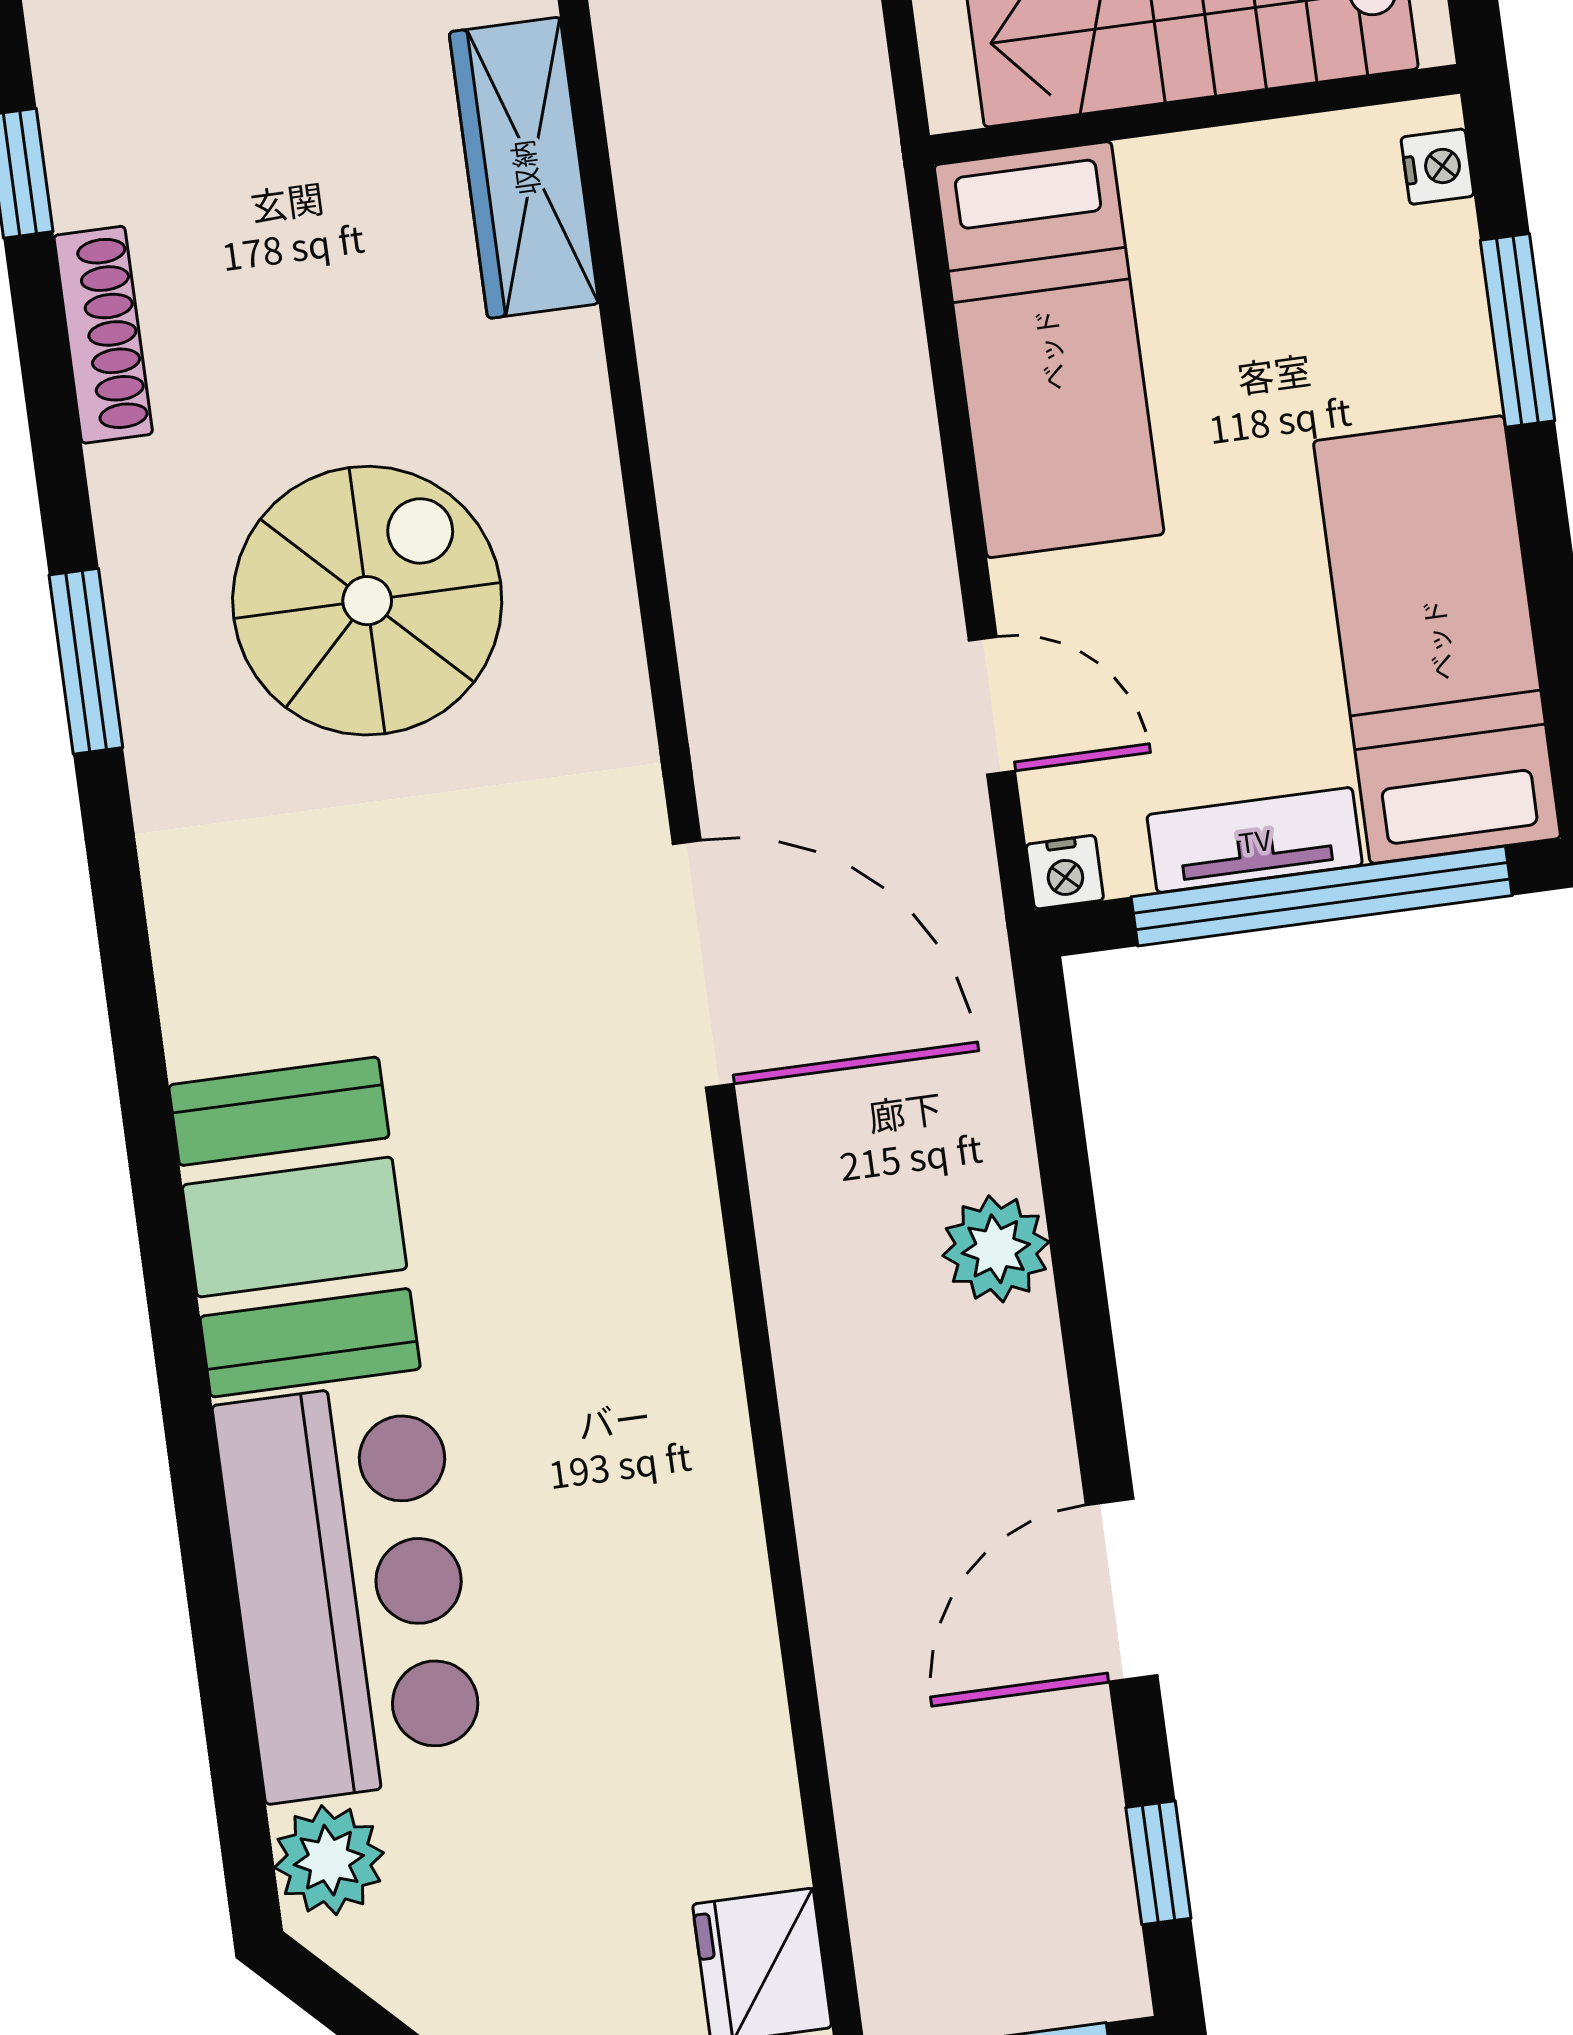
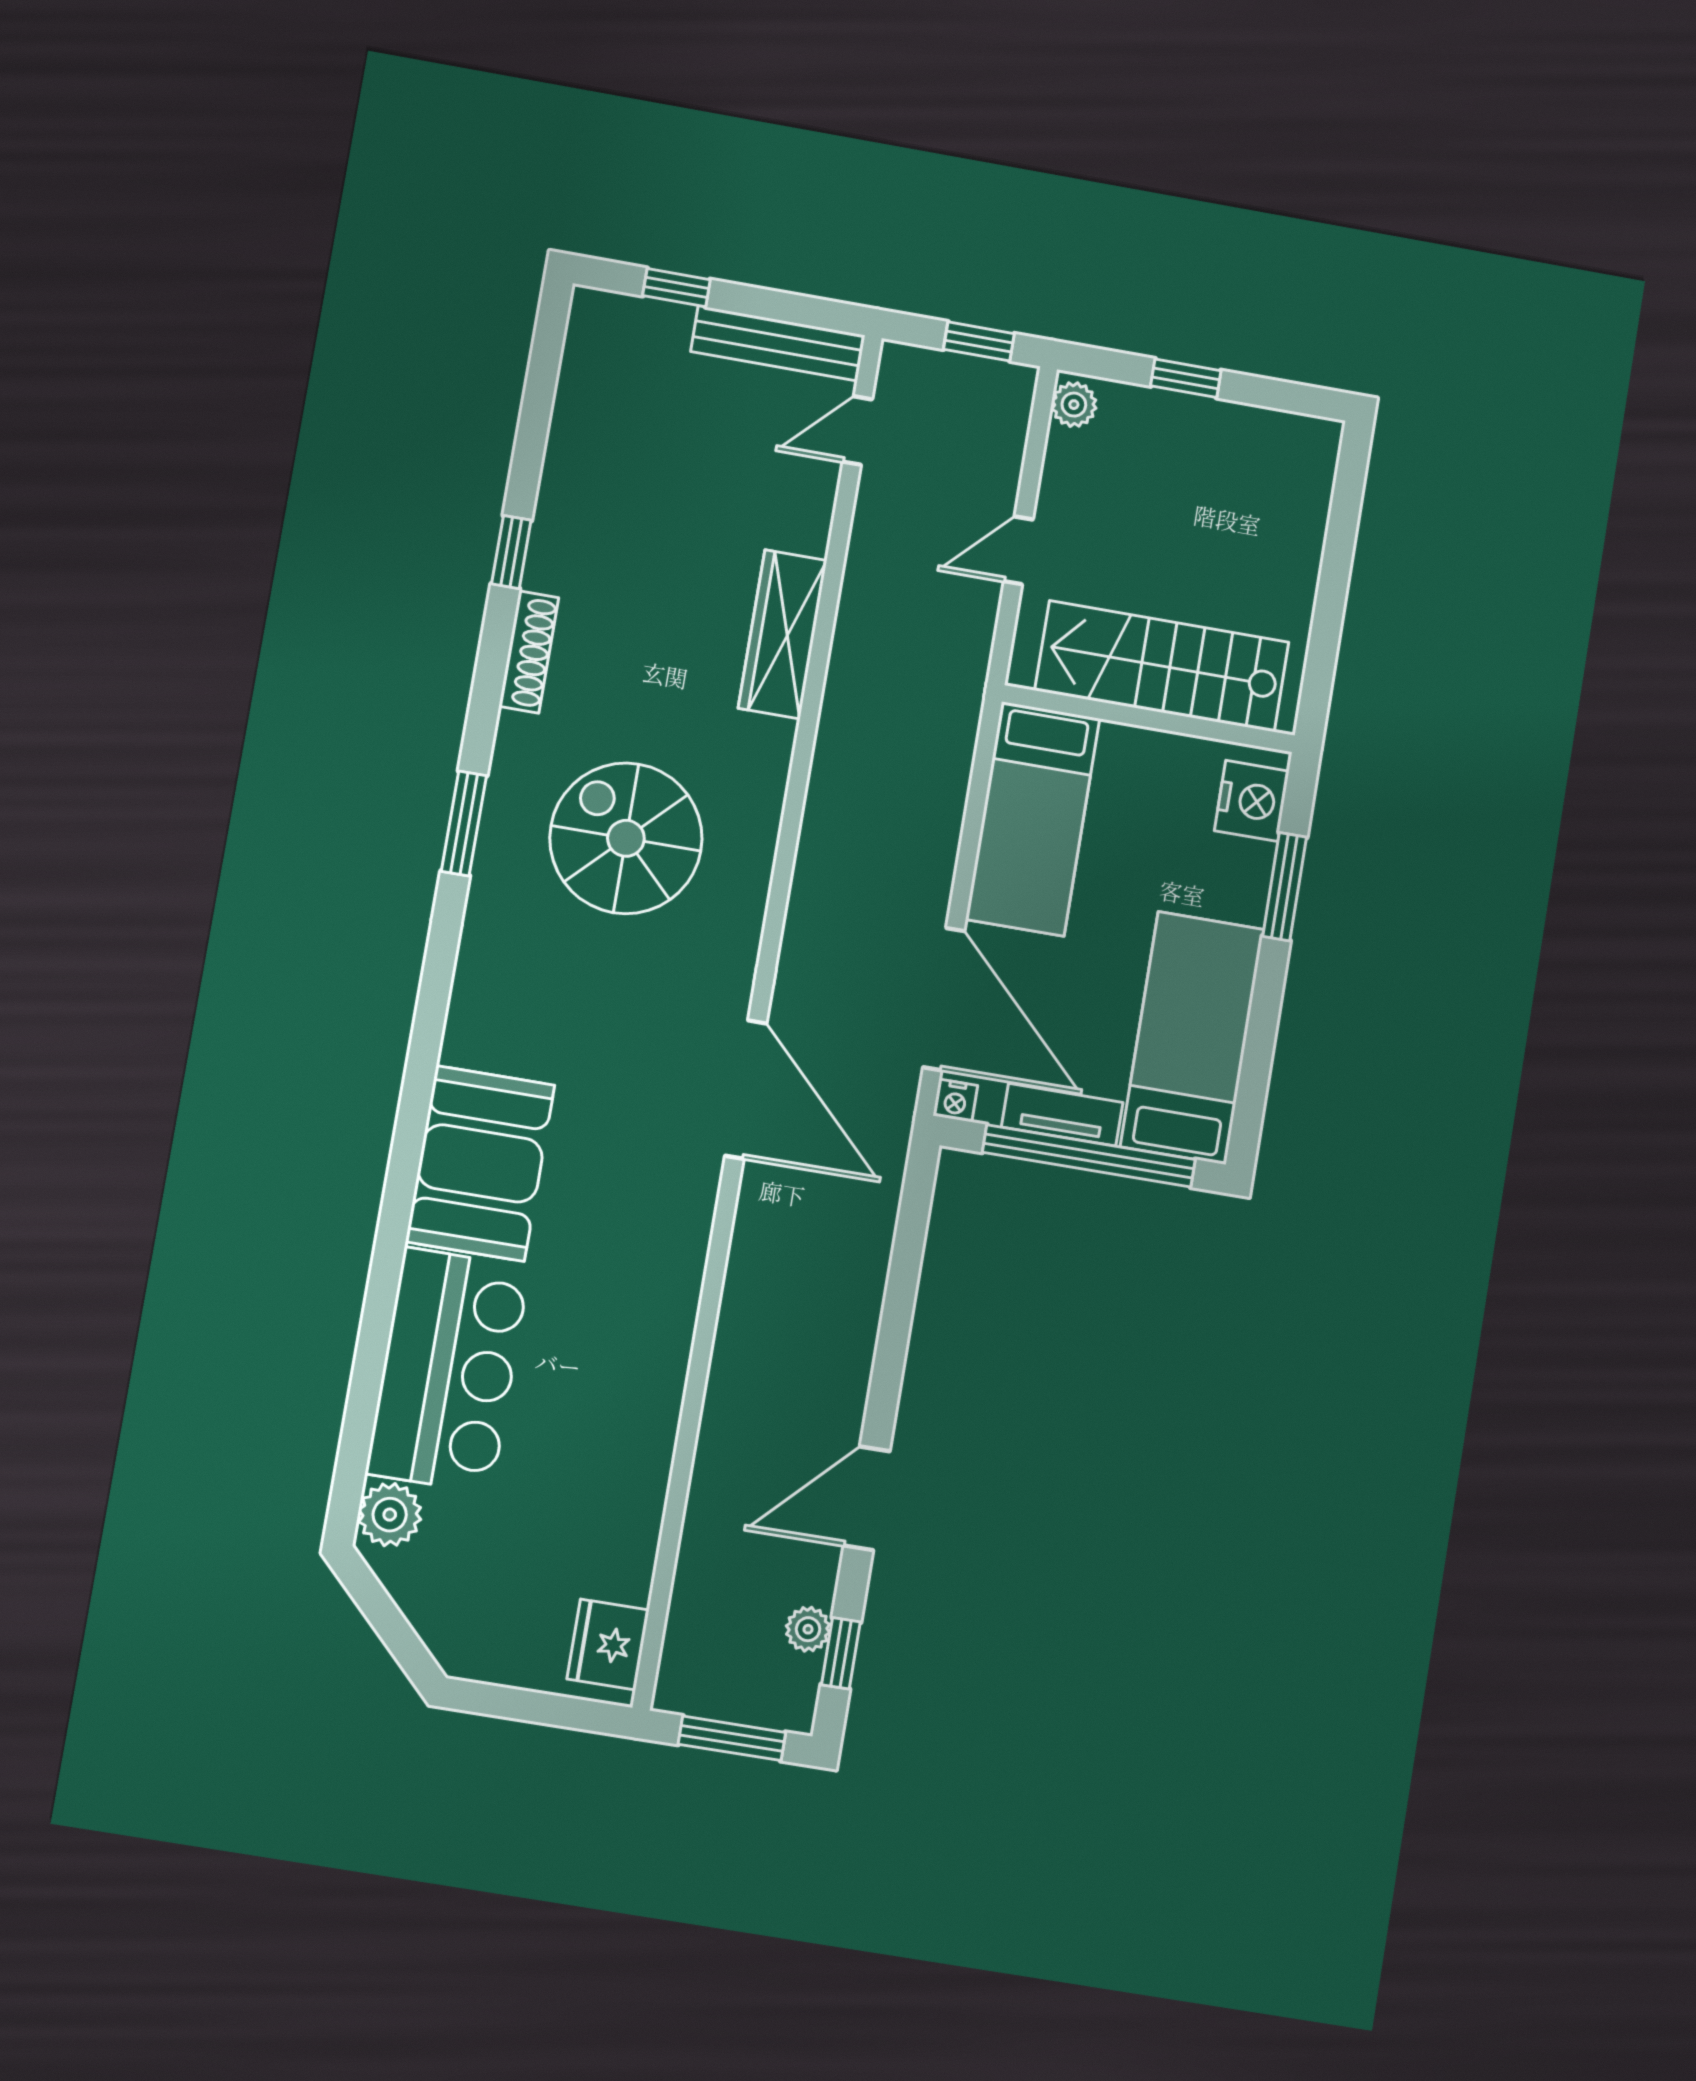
nightstand: (1437, 167) -> (1252, 801), width x1.89, depth x1.79
spiral stairs: (367, 601) -> (626, 838), turned -90
door: (992, 706) -> (944, 999), width x1.87
plant: (996, 1249) -> (808, 1629), moved, width x0.73, depth x0.73

